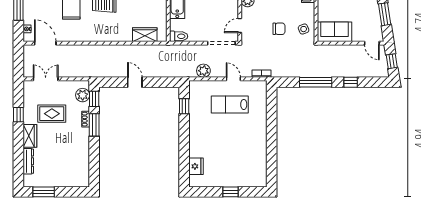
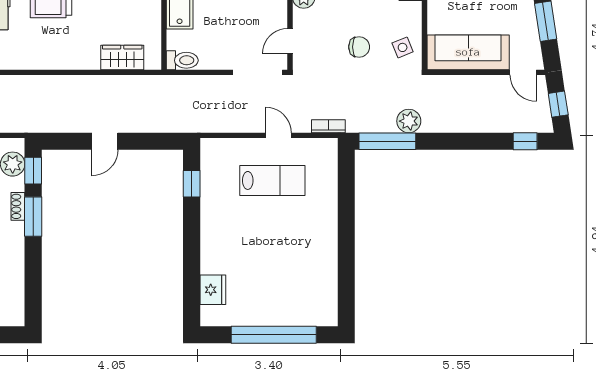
sofa: (335, 32) -> (468, 52), width x1.36
plant: (203, 71) -> (409, 121), moved
door: (135, 82) -> (105, 141), swing flipped
window: (316, 82) -> (387, 141), moved
window: (351, 82) -> (525, 141), moved
lab bench: (230, 104) -> (272, 180), turned 180
window: (231, 192) -> (274, 335), width x3.17

